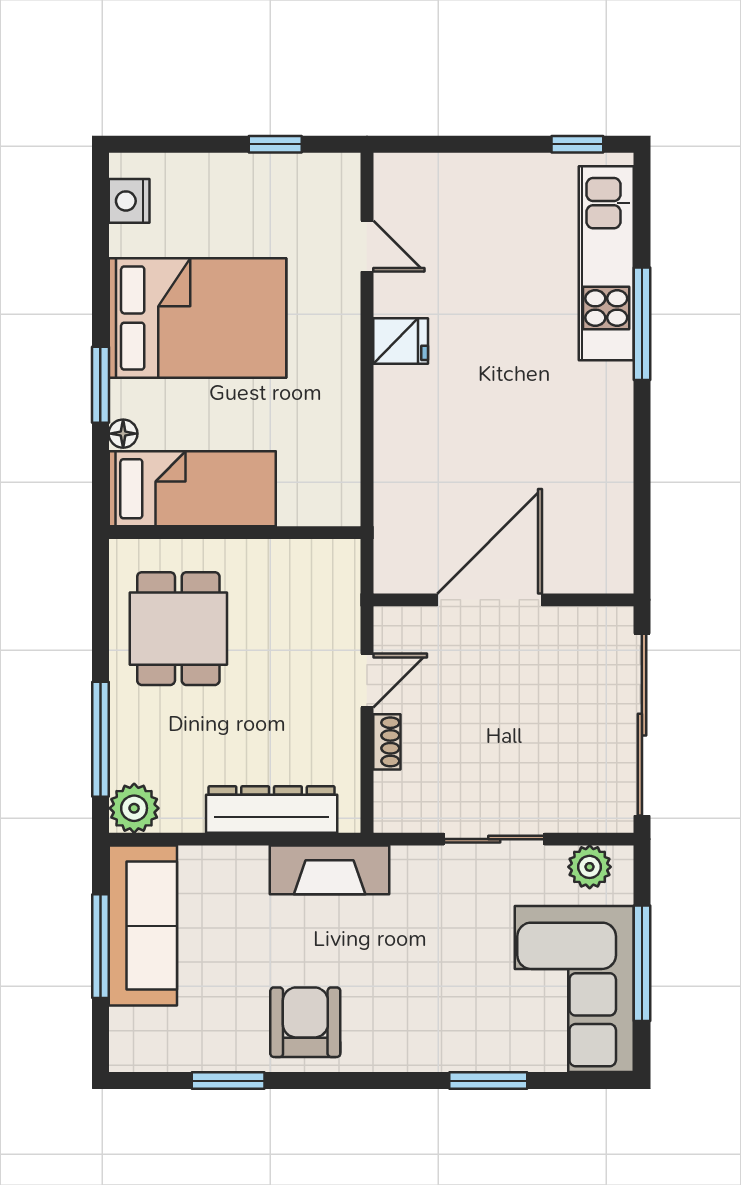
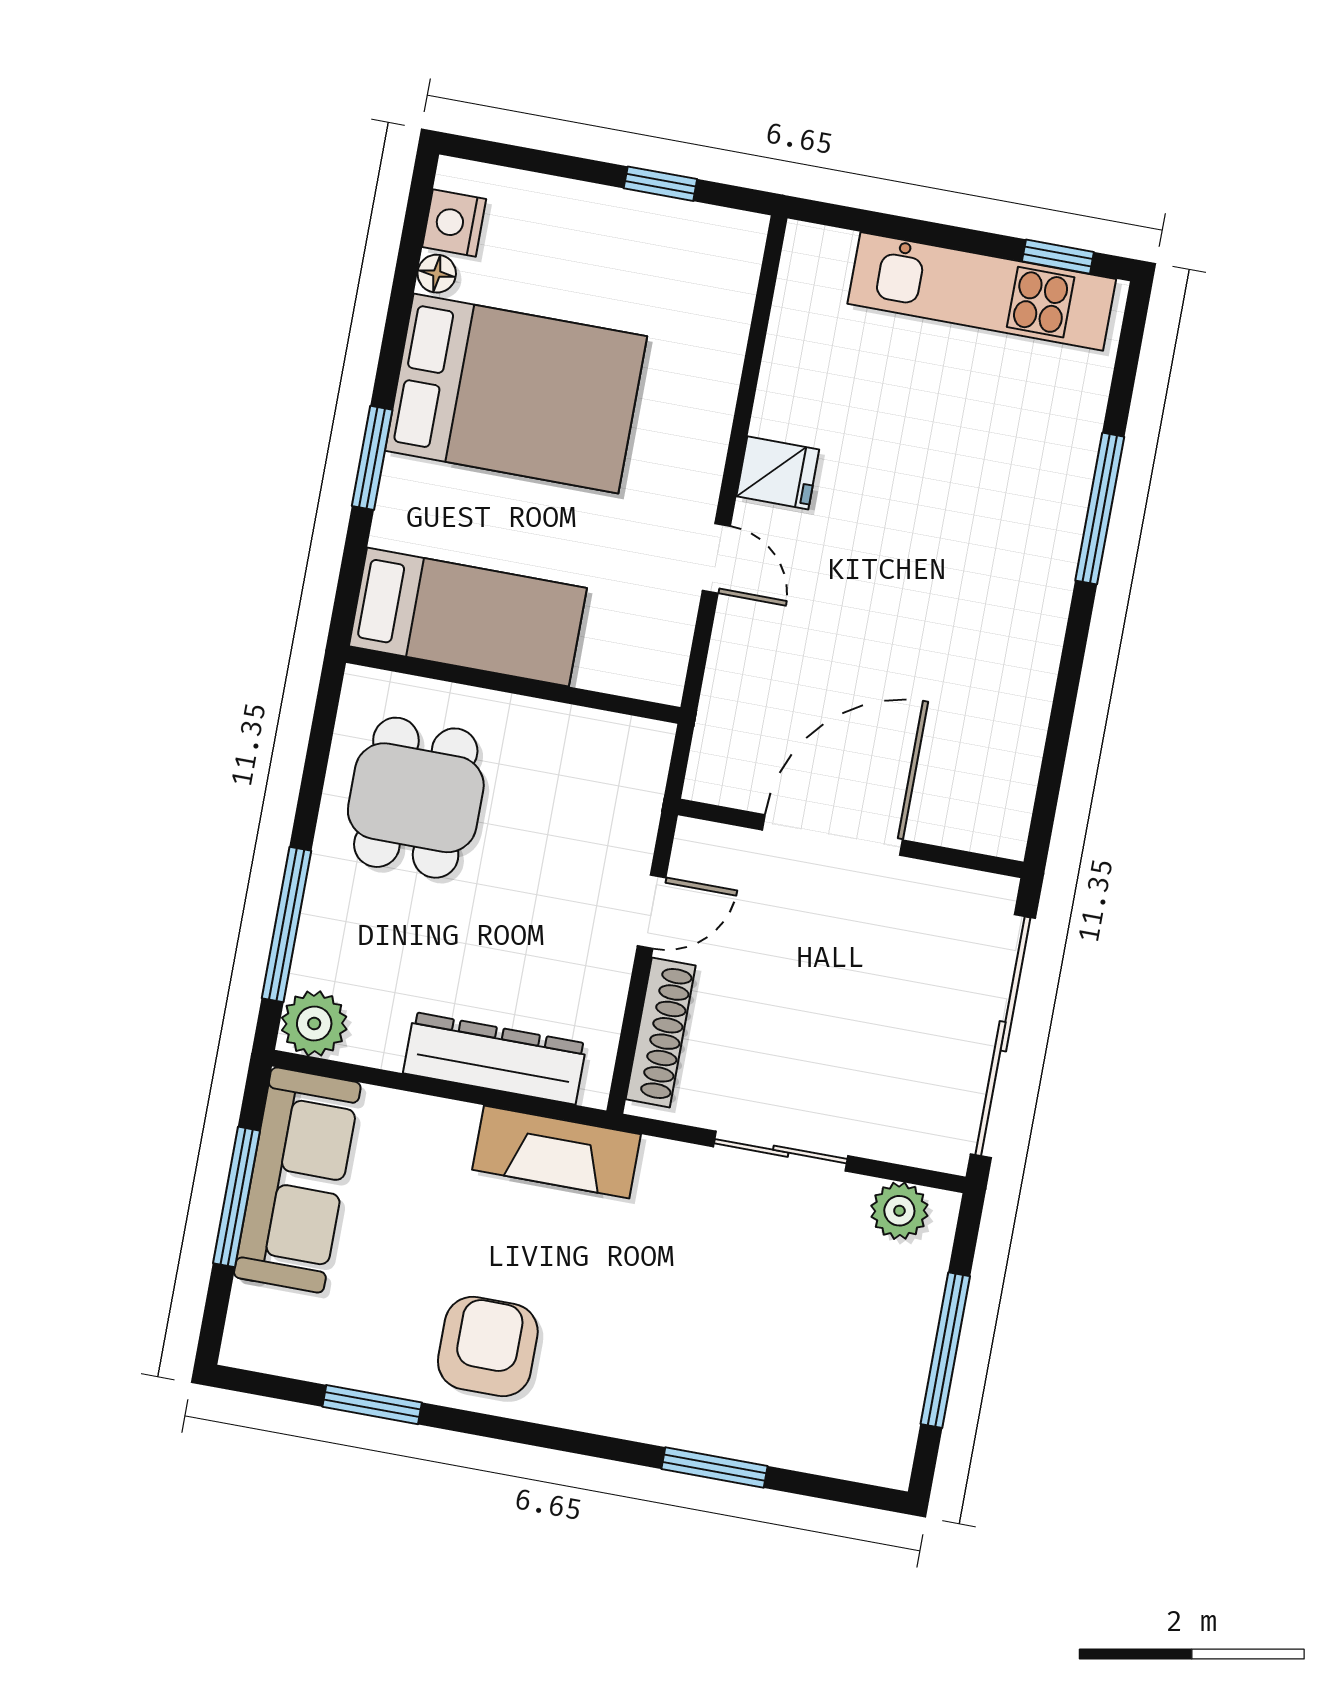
door: (367, 246) -> (716, 558), moved
kitchen unit: (606, 263) -> (982, 291), moved, turned -90
floor lamp: (123, 434) -> (437, 274), moved
shoe rack: (387, 742) -> (661, 1032), width x1.94, depth x1.24
corner sofa: (574, 989) -> (850, 1368), removed

